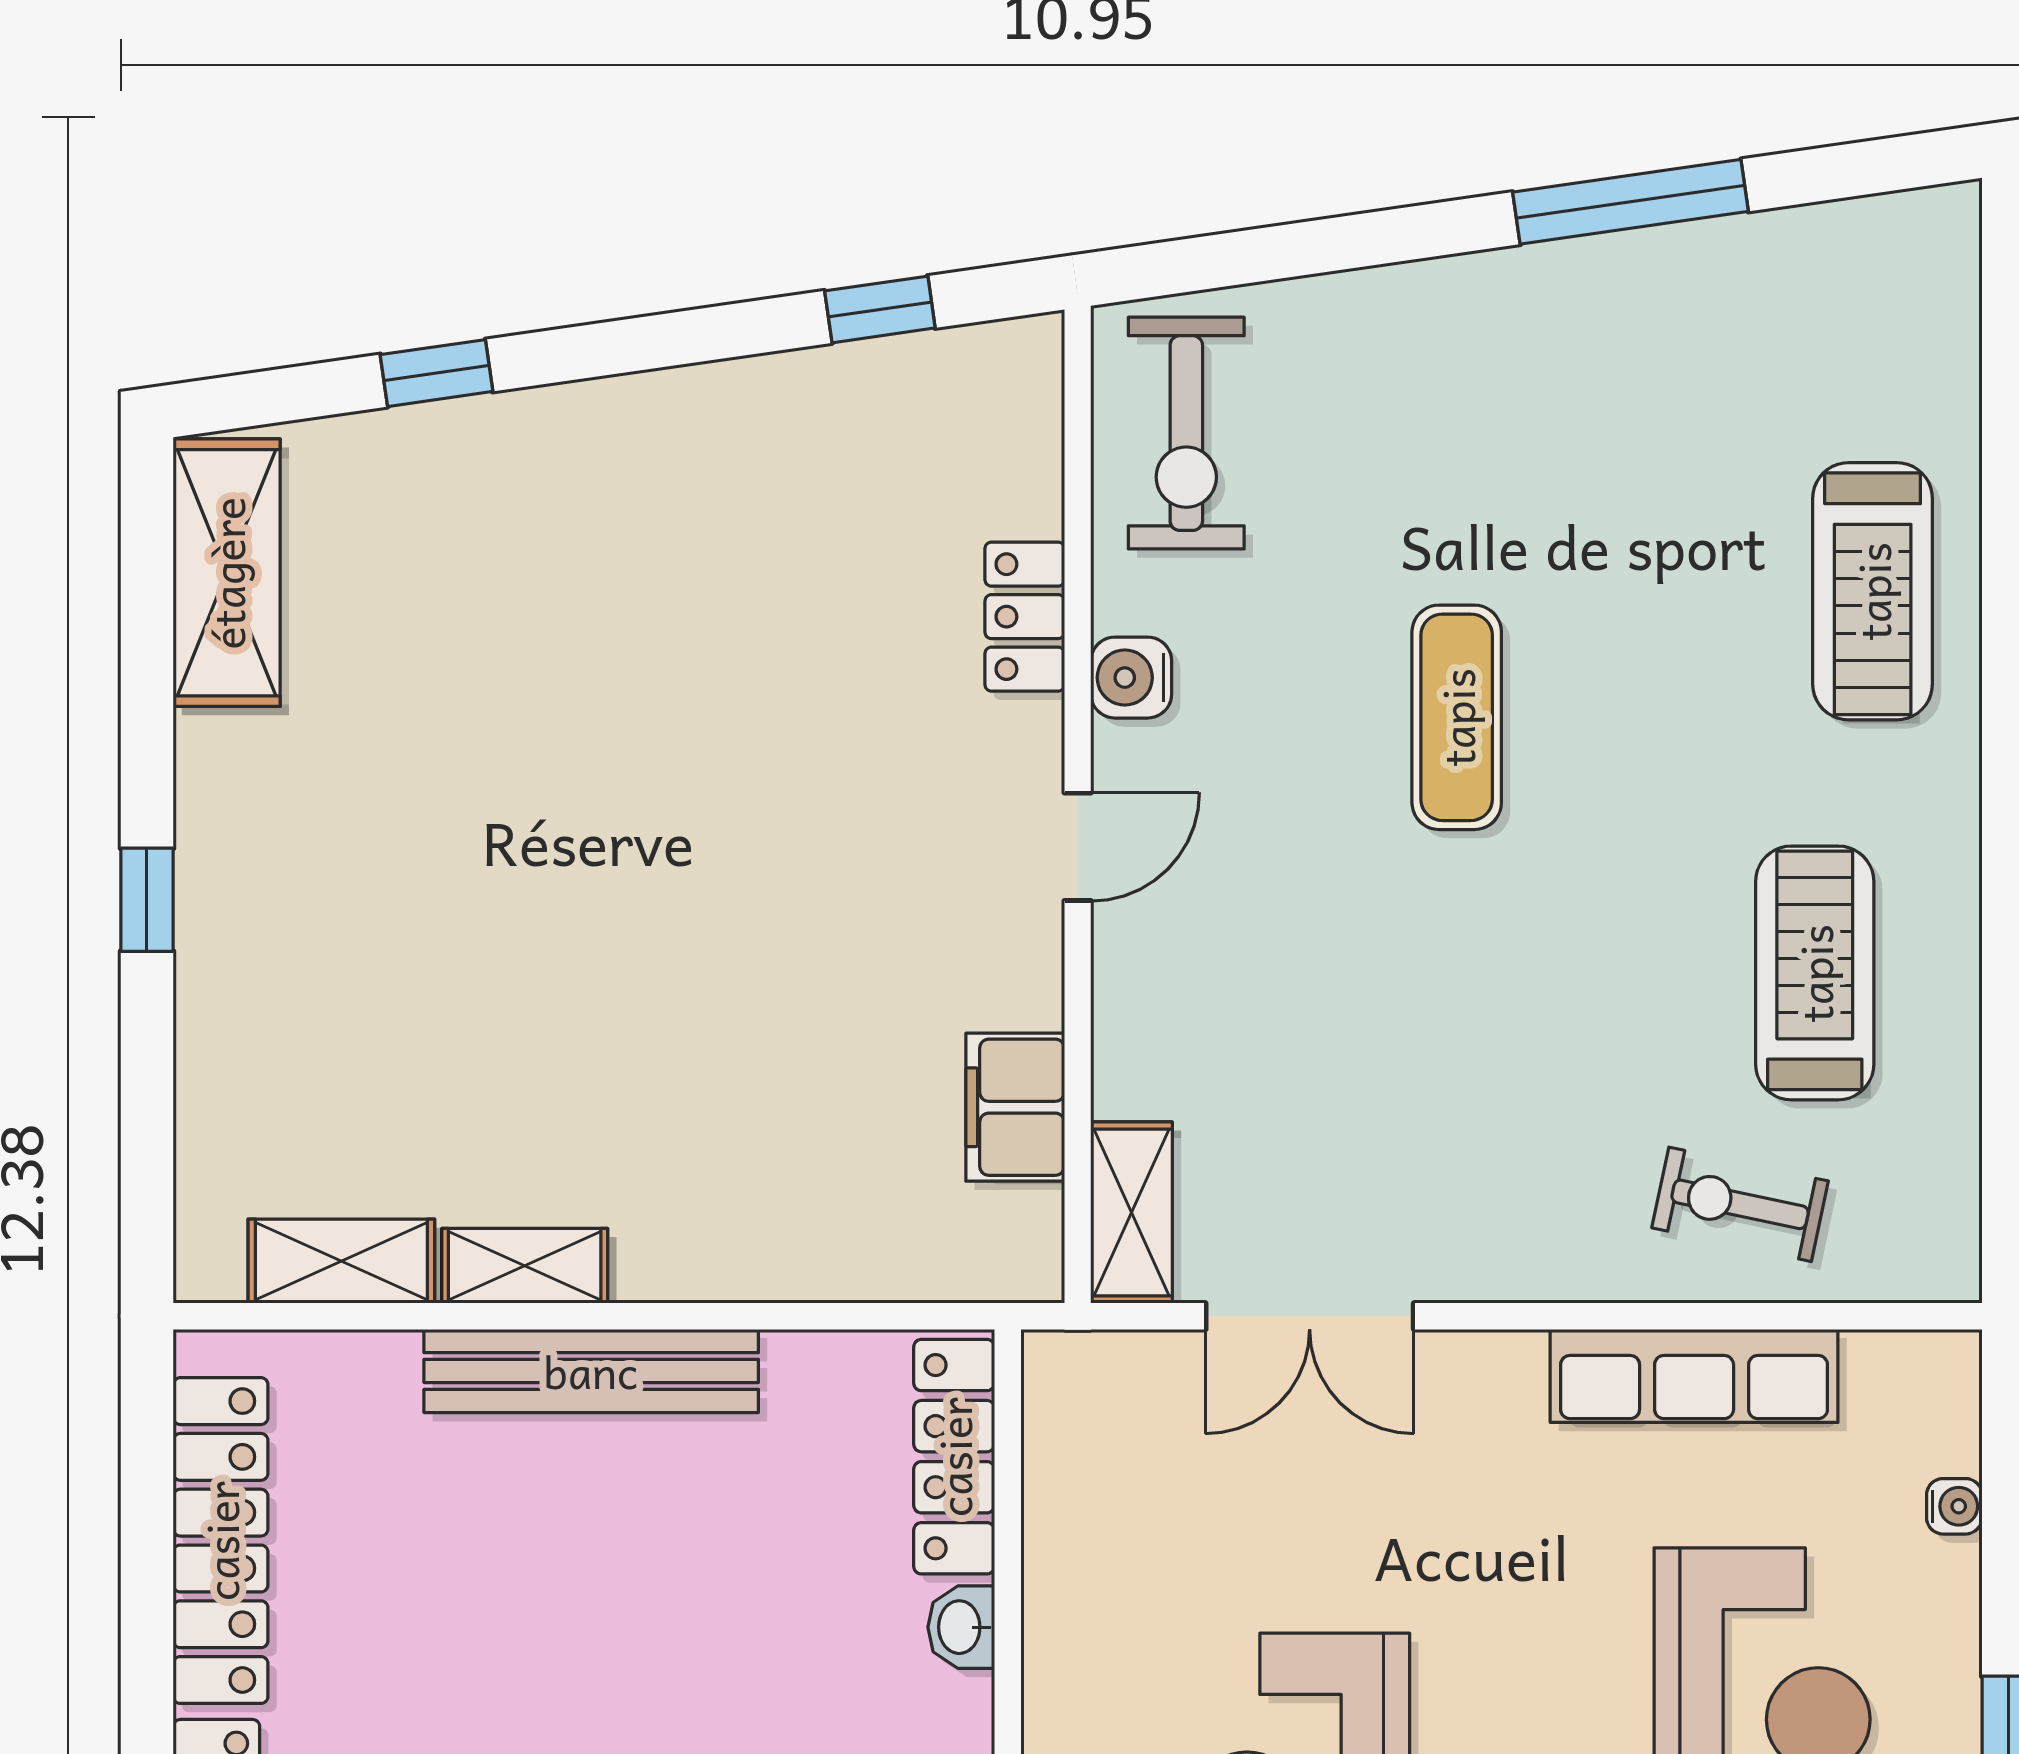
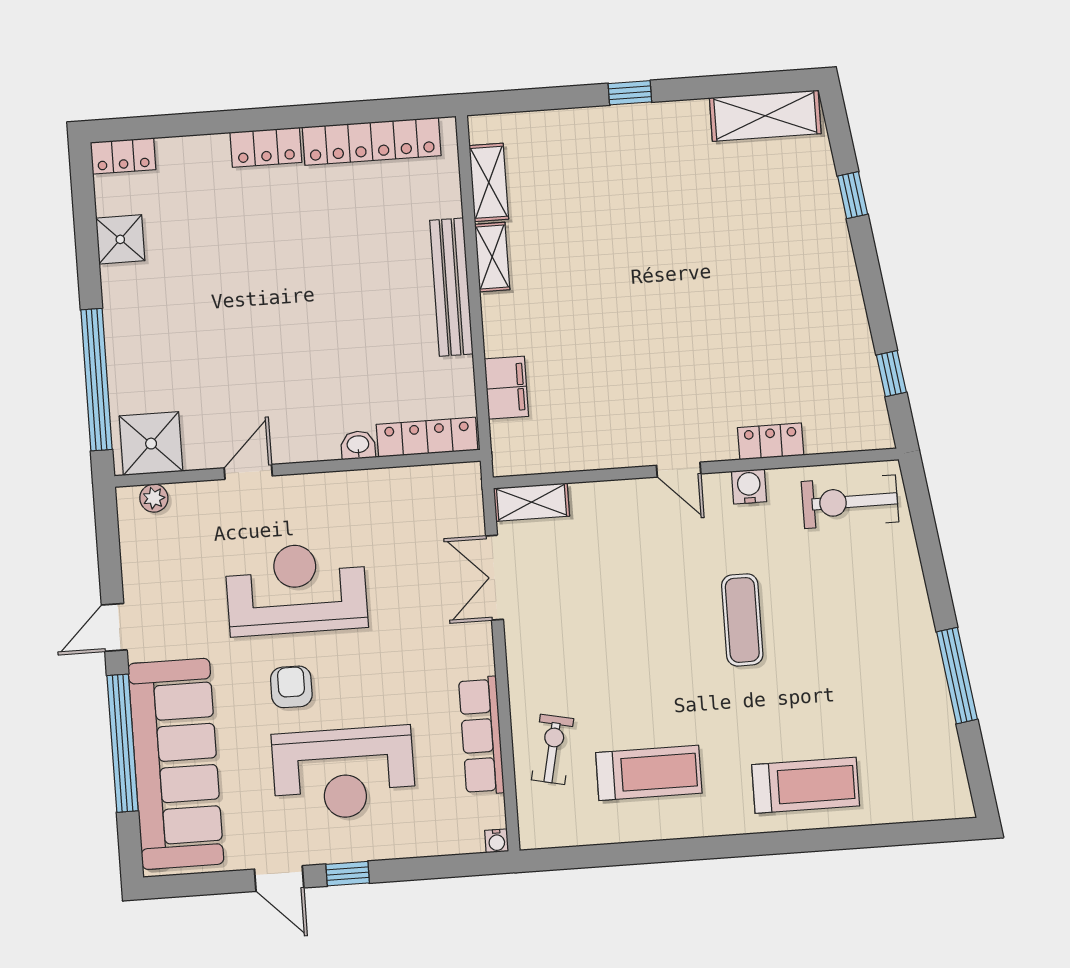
treadmill: (1873, 591) -> (806, 785), turned 180
exercise mat: (1457, 717) -> (742, 620), turned 90
filing cabinet: (1015, 1107) -> (506, 388), moved, turned 90
water cooler: (1954, 1506) -> (497, 841), moved

